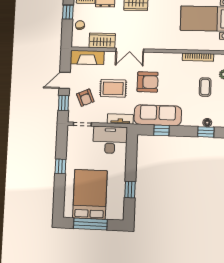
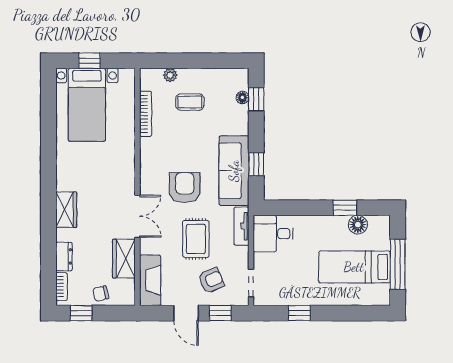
desk: (110, 140) -> (273, 234), width x0.73
window: (60, 166) -> (299, 313), moved
bed: (90, 194) -> (354, 267), width x0.67
floor lamp: (118, 198) -> (358, 225), added

